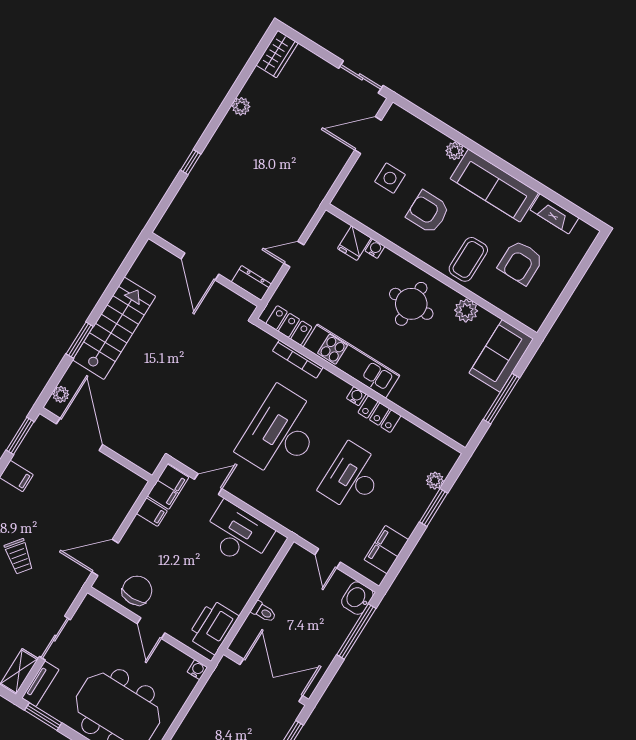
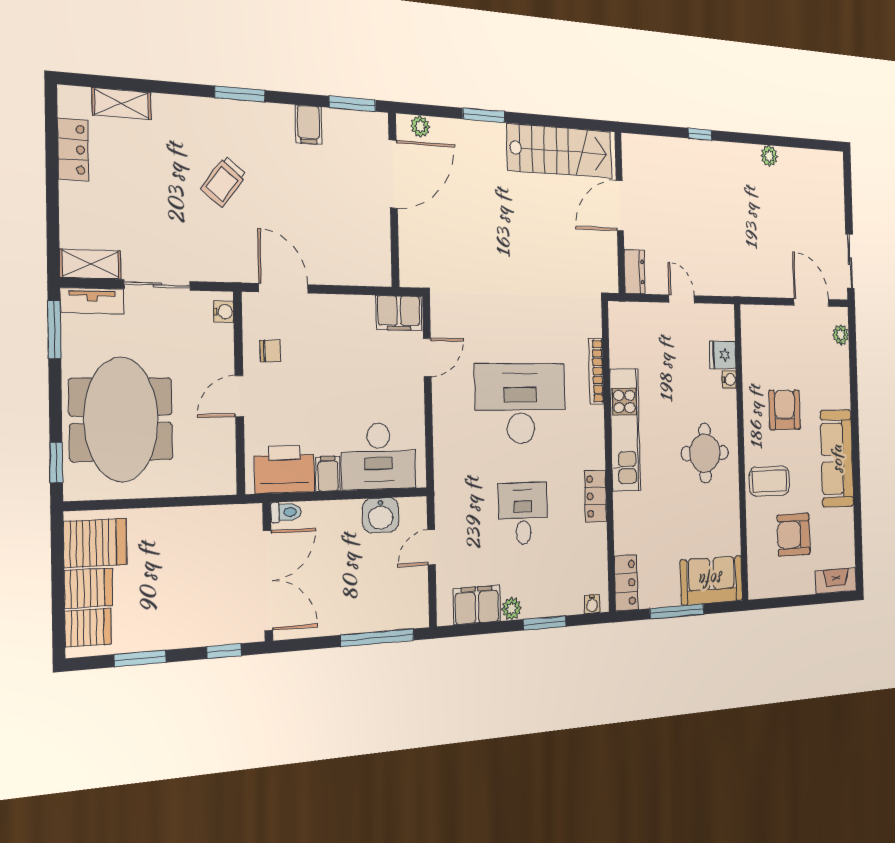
wardrobe: (277, 54) -> (826, 164), removed
plant: (455, 151) -> (841, 335), moved
side table: (390, 178) -> (791, 351), removed
fireplace: (554, 214) -> (836, 581), moved, turned 90
plant: (466, 311) -> (729, 513), removed
locker: (289, 325) -> (626, 583), moved
stairs: (114, 328) -> (560, 151), moved
water cooler: (356, 396) -> (592, 604), moved, turned 90
desk: (352, 478) -> (523, 513), width x0.73
plant: (435, 481) -> (512, 609), moved
door: (208, 484) -> (427, 357), hinge flipped
filing cabinet: (152, 512) -> (328, 474), moved, turned 180
desk: (238, 534) -> (379, 456), moved, turned 90
chair: (137, 591) -> (270, 351), width x0.54, depth x0.54
washbasin: (357, 598) -> (381, 515), moved, turned 180
toilet: (264, 612) -> (286, 512), moved, turned -90
water cooler: (197, 670) -> (224, 312), moved

